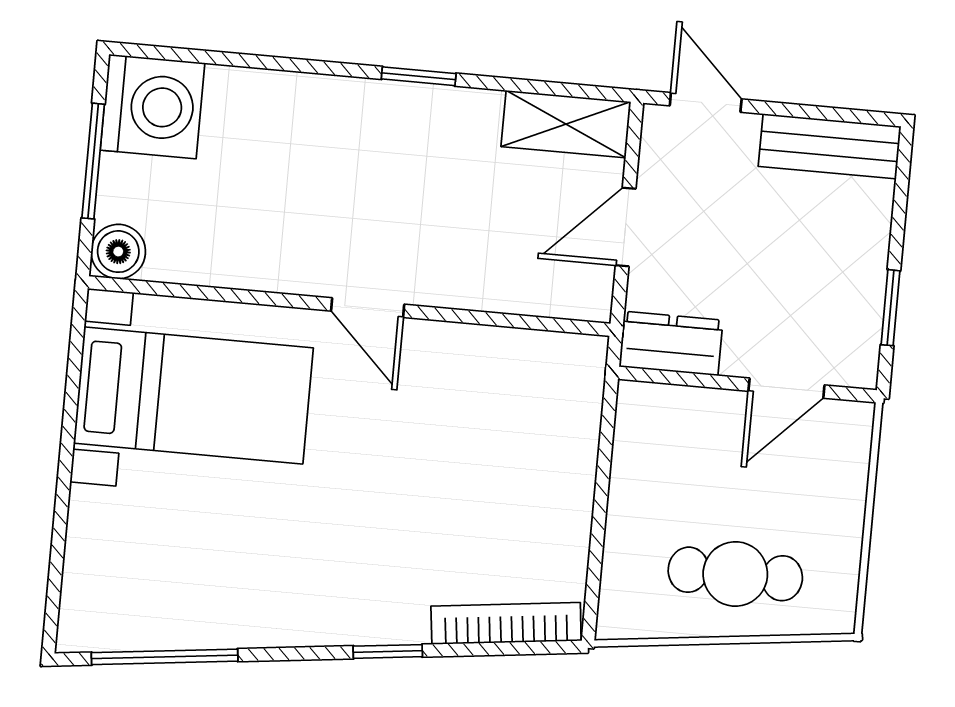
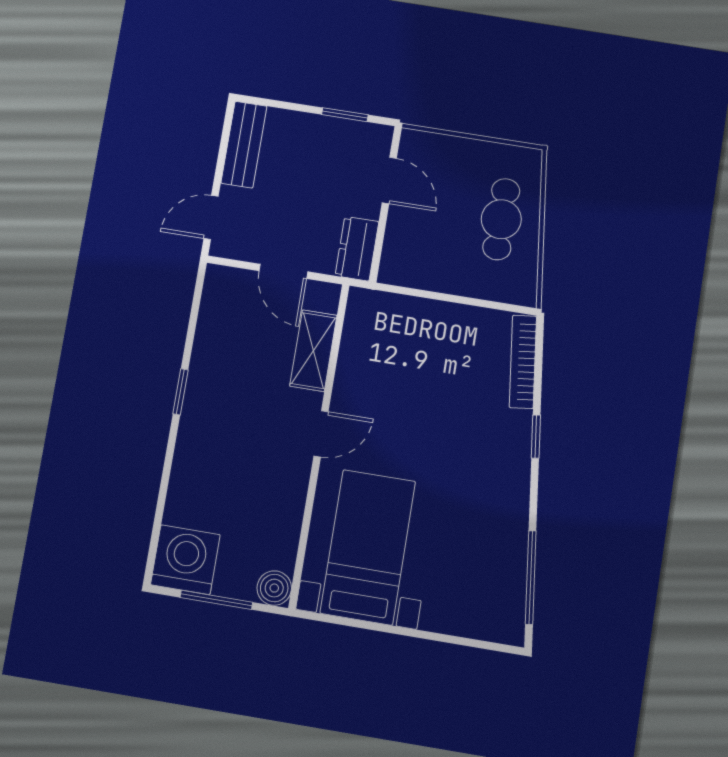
shelving: (566, 124) -> (313, 351), moved

